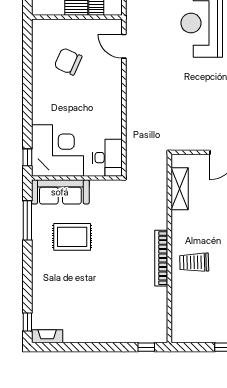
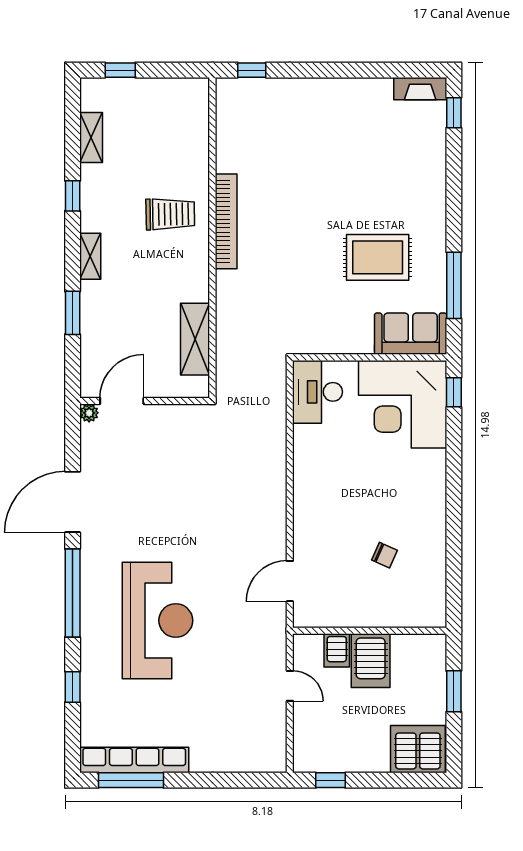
door: (124, 46) -> (290, 581), swing flipped
chair: (68, 61) -> (385, 555), width x0.54, depth x0.54
sofa: (60, 192) -> (411, 334), width x0.73

